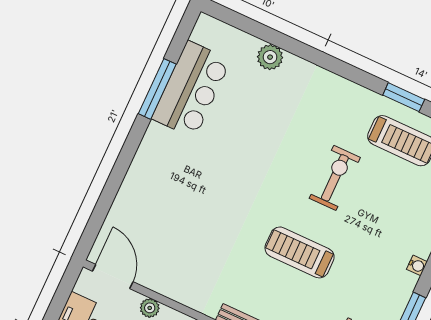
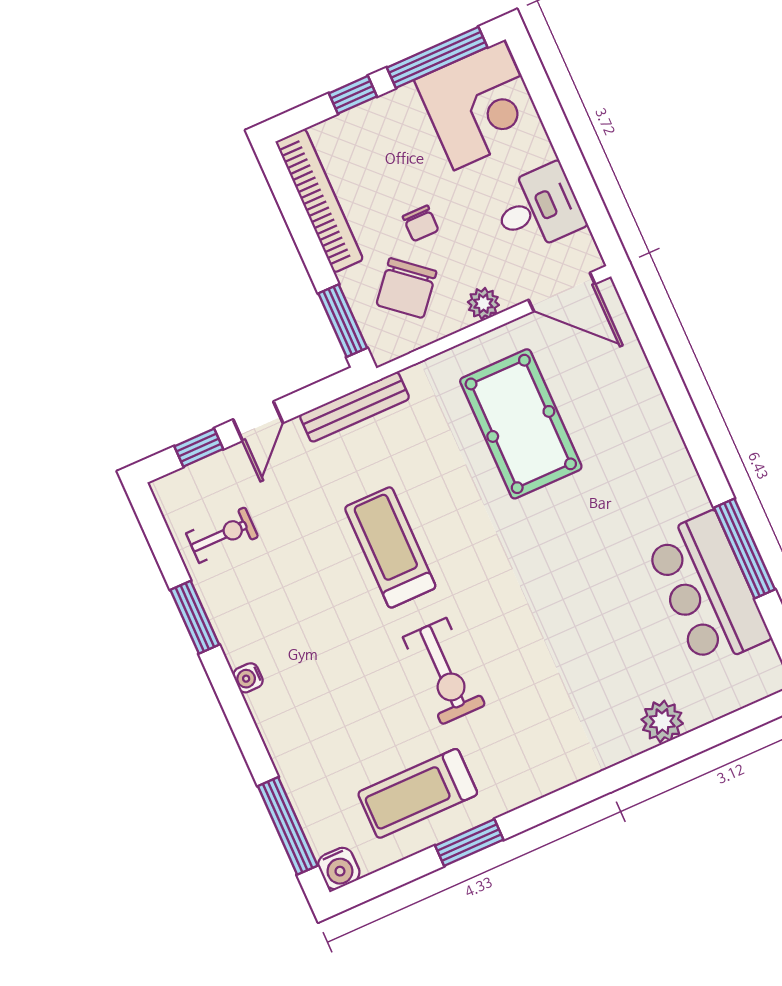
pool table: (190, 242) -> (521, 424), added
treadmill: (300, 252) -> (390, 547), turned -90

